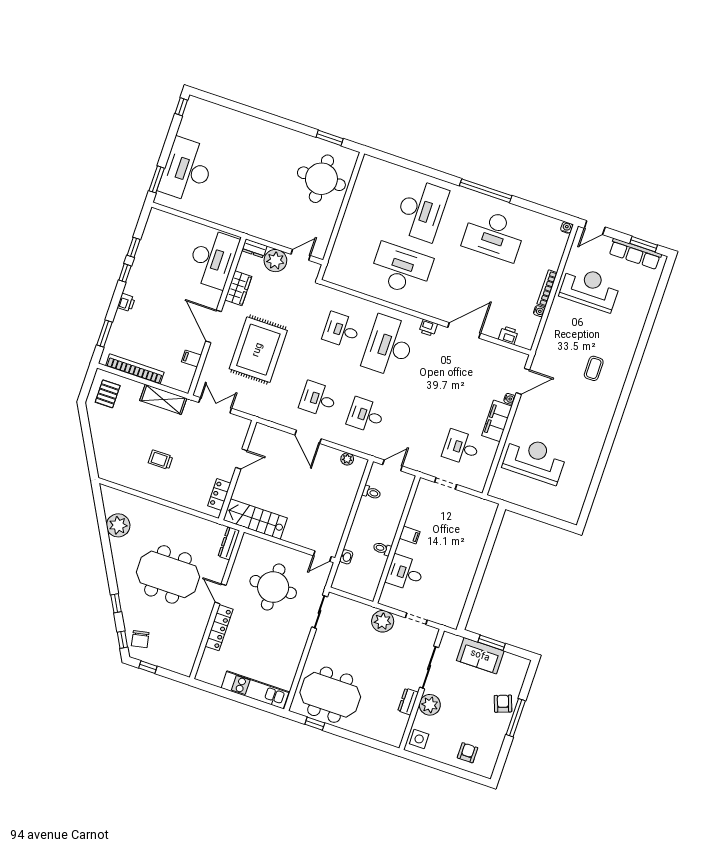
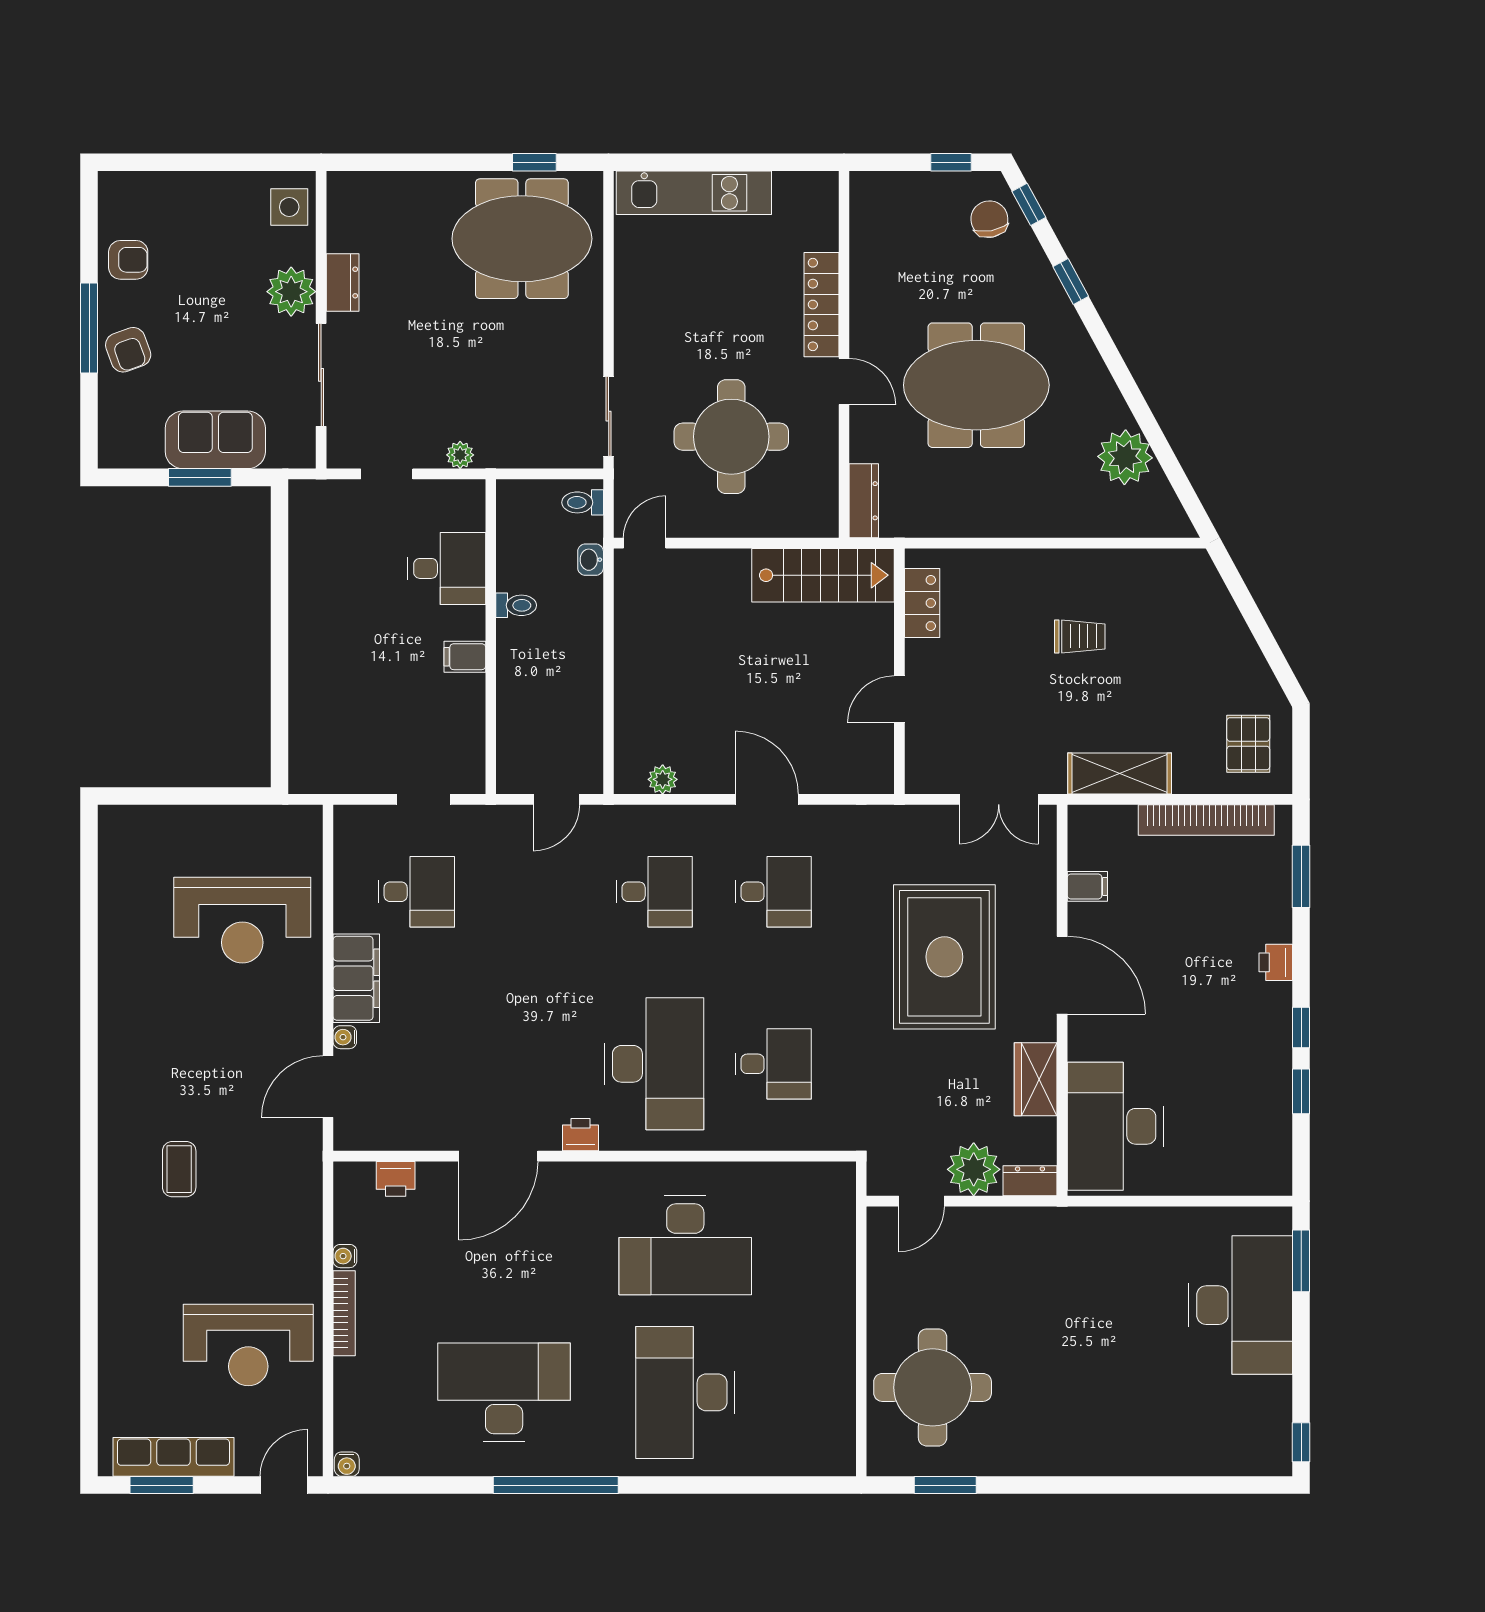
toilet: (371, 493) -> (583, 502), moved
plant: (383, 621) -> (460, 455), width x0.53, depth x0.53
armchair: (468, 753) -> (128, 260), moved, turned -90

